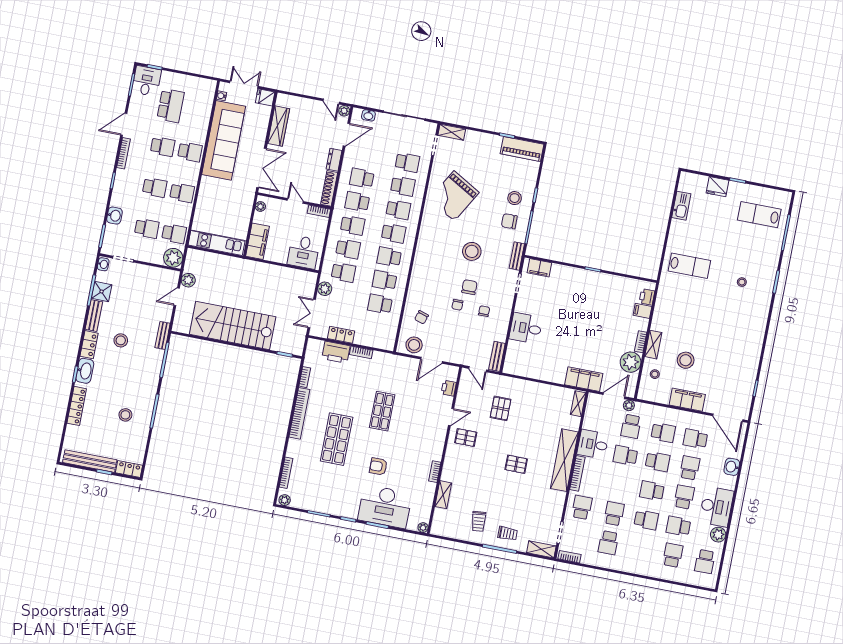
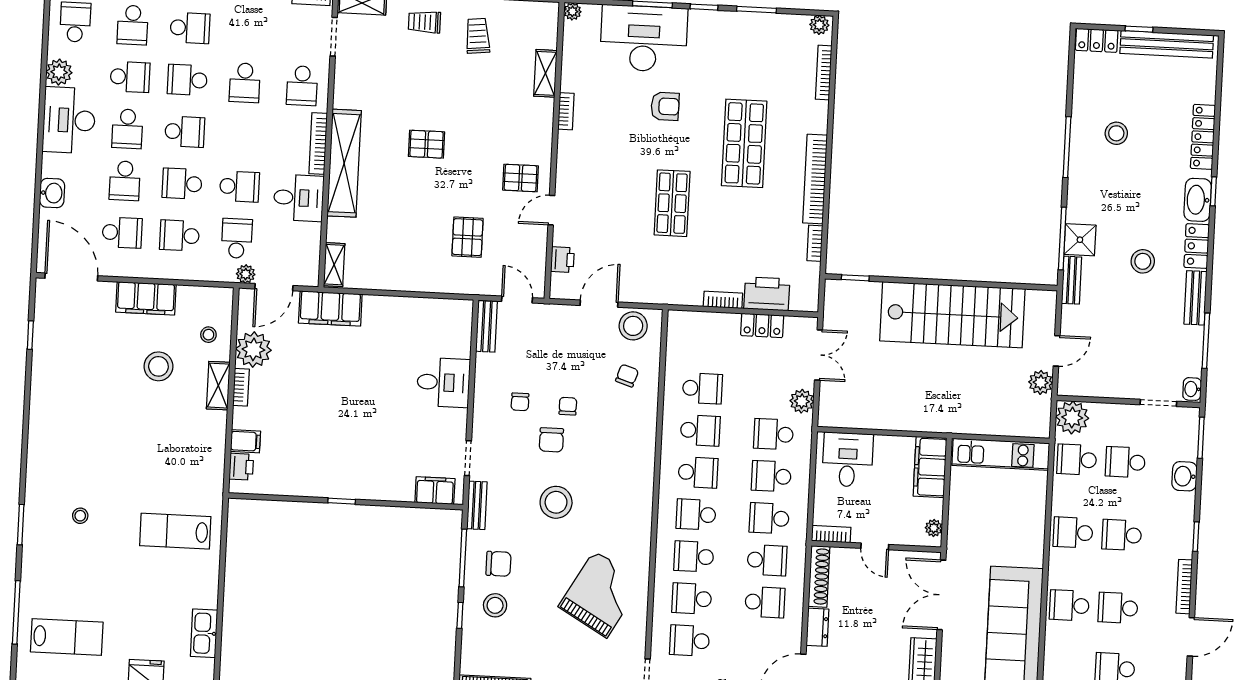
shower: (102, 291) -> (1080, 240), moved
school desk: (608, 543) -> (190, 28), moved, turned 90

